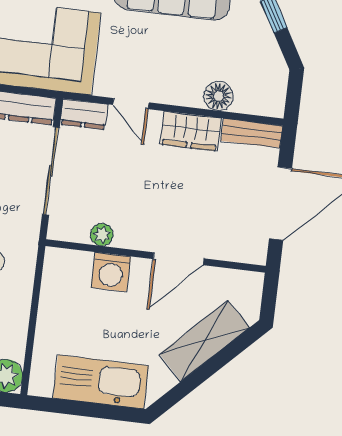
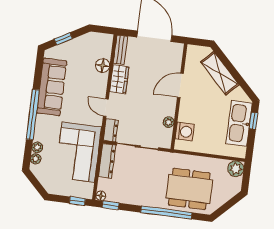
door: (131, 104) -> (106, 108), swing flipped
door: (179, 259) -> (180, 85), swing flipped
washing machine: (111, 272) -> (185, 132), moved
window: (106, 412) -> (254, 121), added

